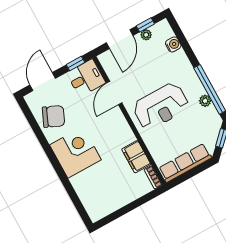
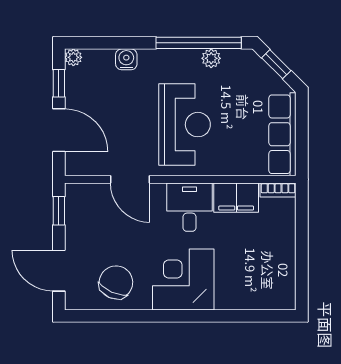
plant: (146, 35) -> (73, 57), moved
water cooler: (173, 44) -> (126, 59), moved
desk: (86, 78) -> (190, 207), moved

